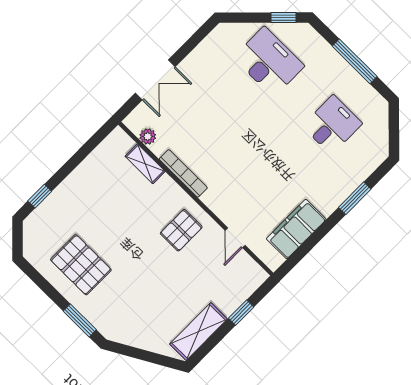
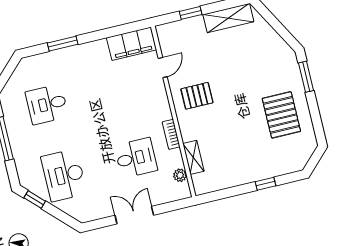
double door: (155, 80) -> (134, 215), moved
desk: (205, 126) -> (136, 158), added
bookcase: (183, 173) -> (171, 134), width x0.64
window: (40, 196) -> (266, 184), moved
filing cabinet: (296, 229) -> (132, 44), moved

